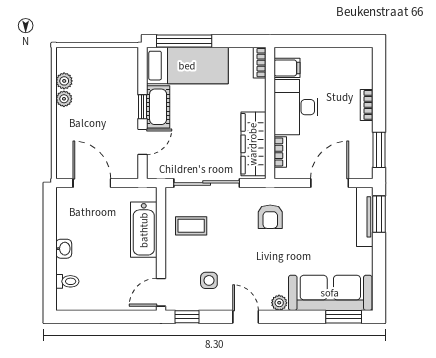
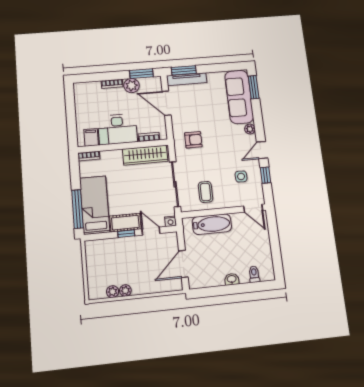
plant: (361, 134) -> (132, 86), added
nightstand: (154, 171) -> (170, 221), added
window: (187, 317) -> (265, 175), moved

